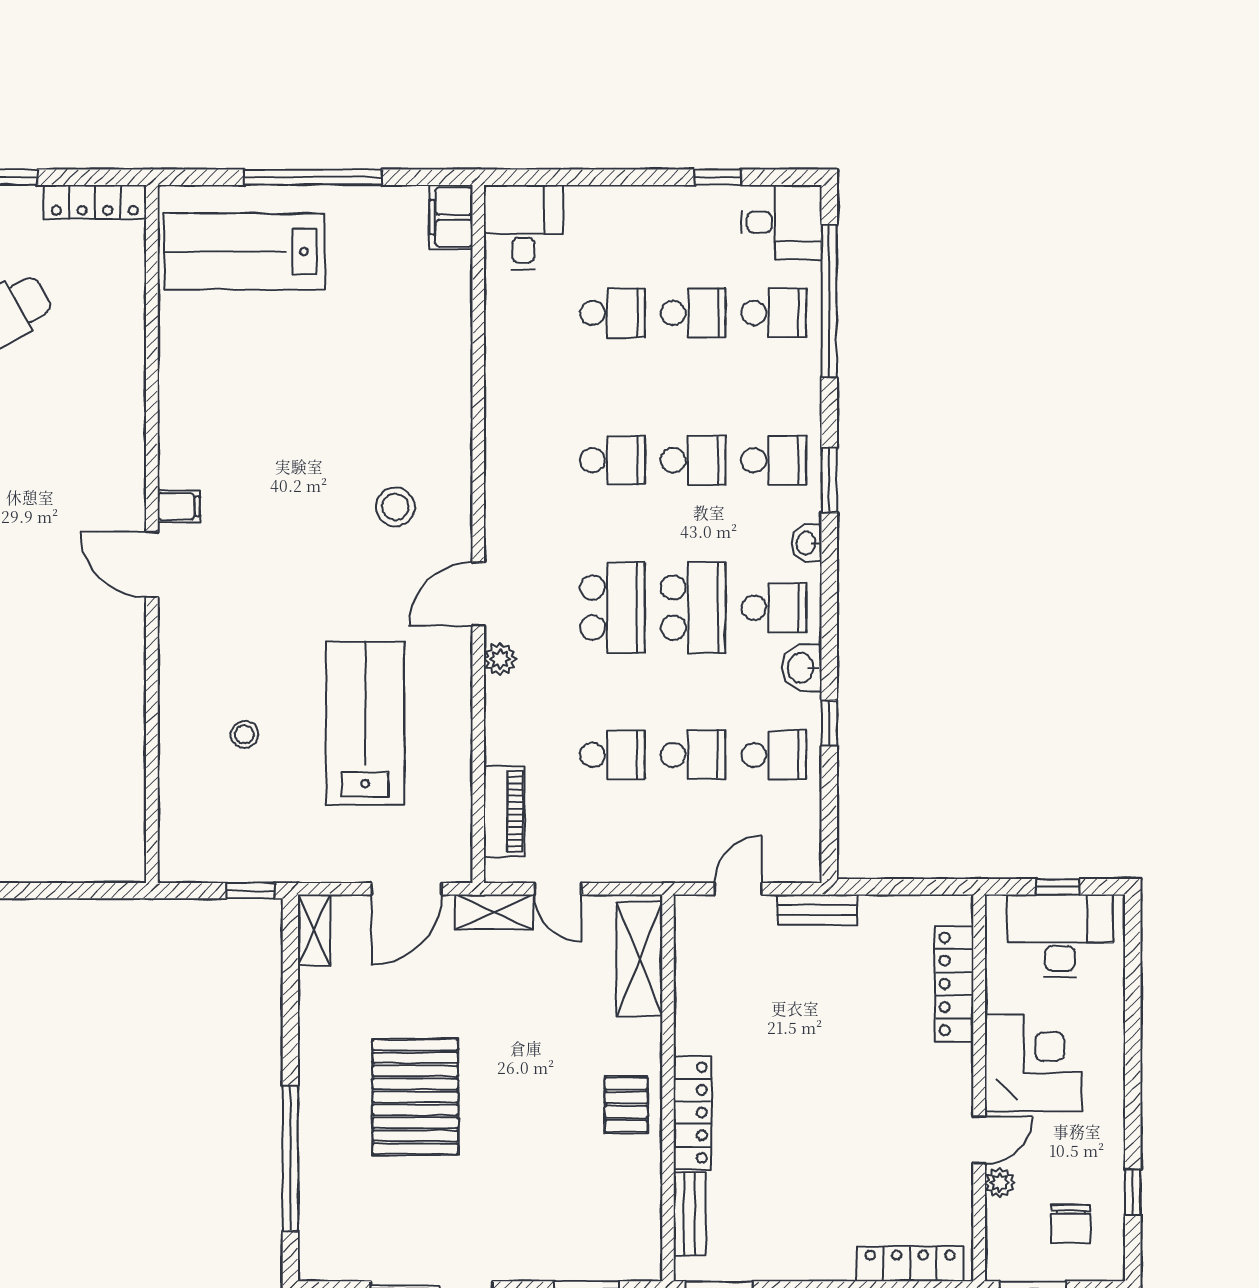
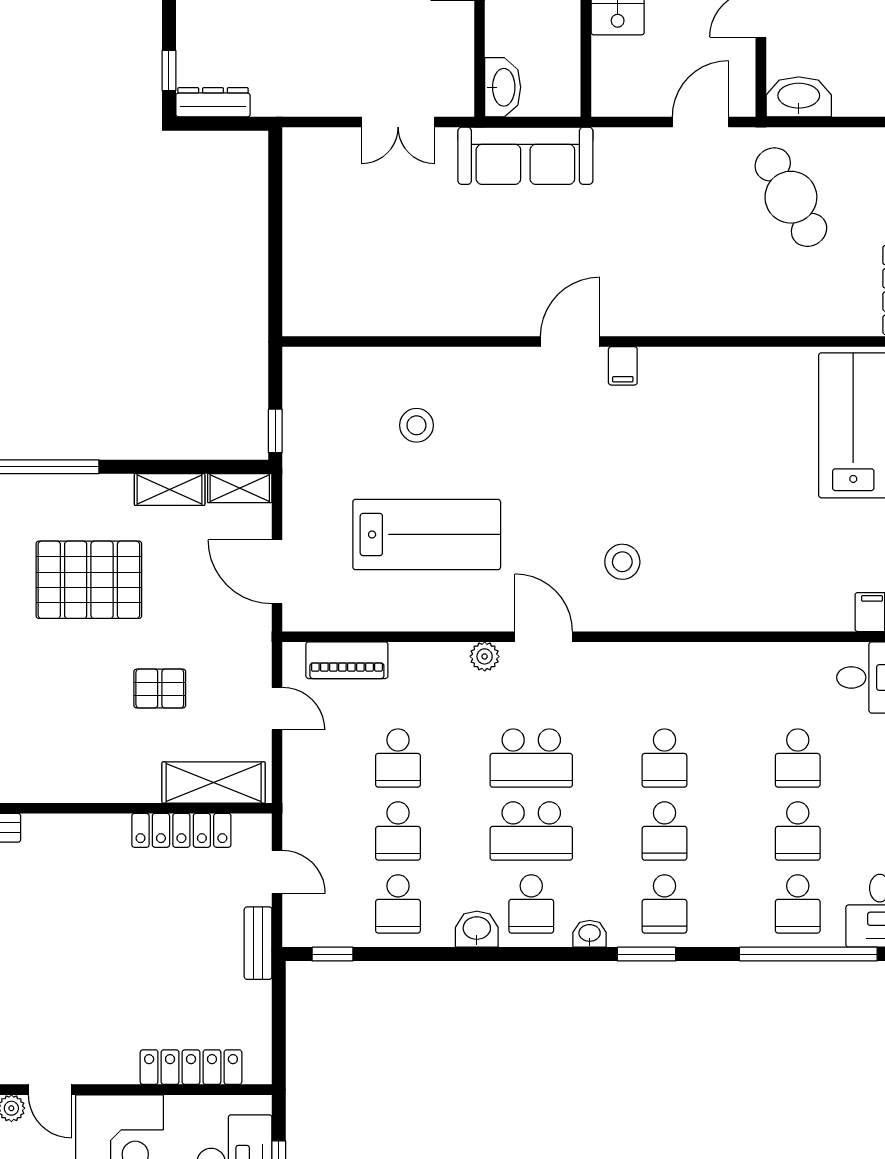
window: (829, 723) -> (333, 954), moved
stool: (244, 735) -> (416, 425), width x1.37, depth x1.37
door: (558, 889) -> (277, 709), swing flipped
shelving: (494, 912) -> (170, 490), moved, turned 90
pallet: (626, 1105) -> (160, 689), moved
locker: (692, 1113) -> (181, 830), moved

